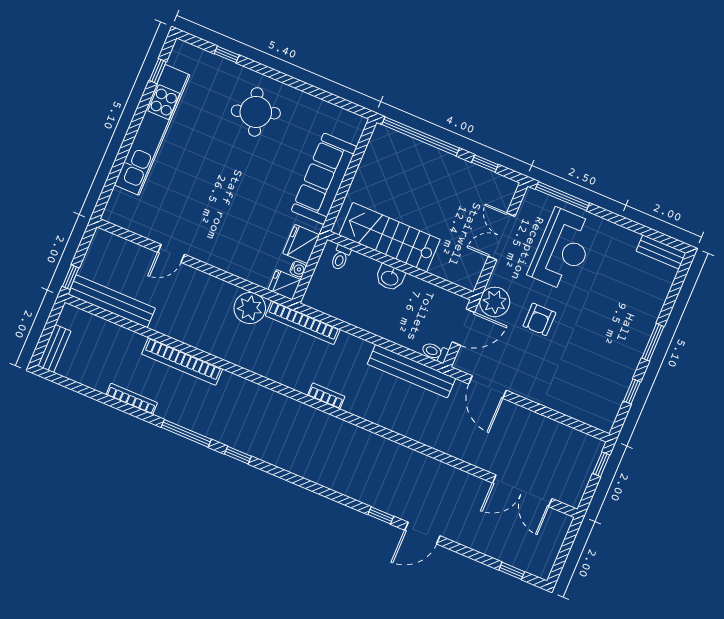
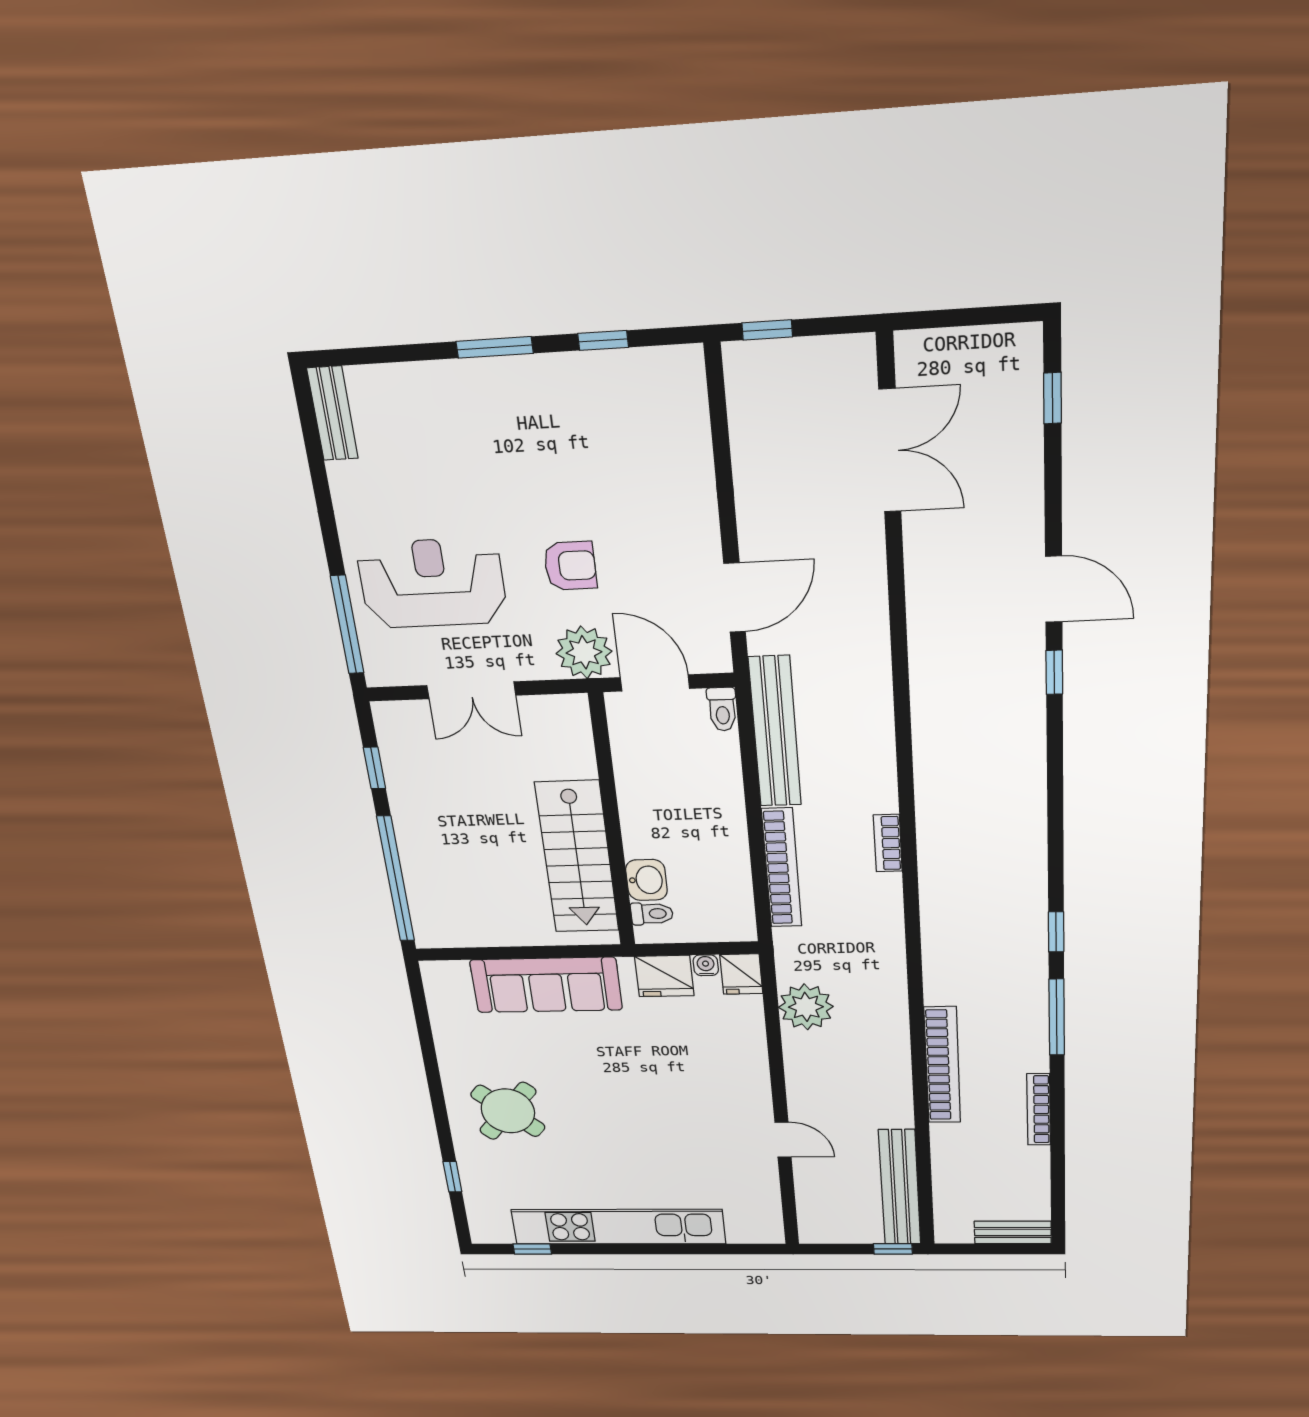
round table: (256, 112) -> (508, 1111), turned -30
washbasin: (390, 278) -> (646, 880), moved
bookcase: (303, 323) -> (782, 868), moved

